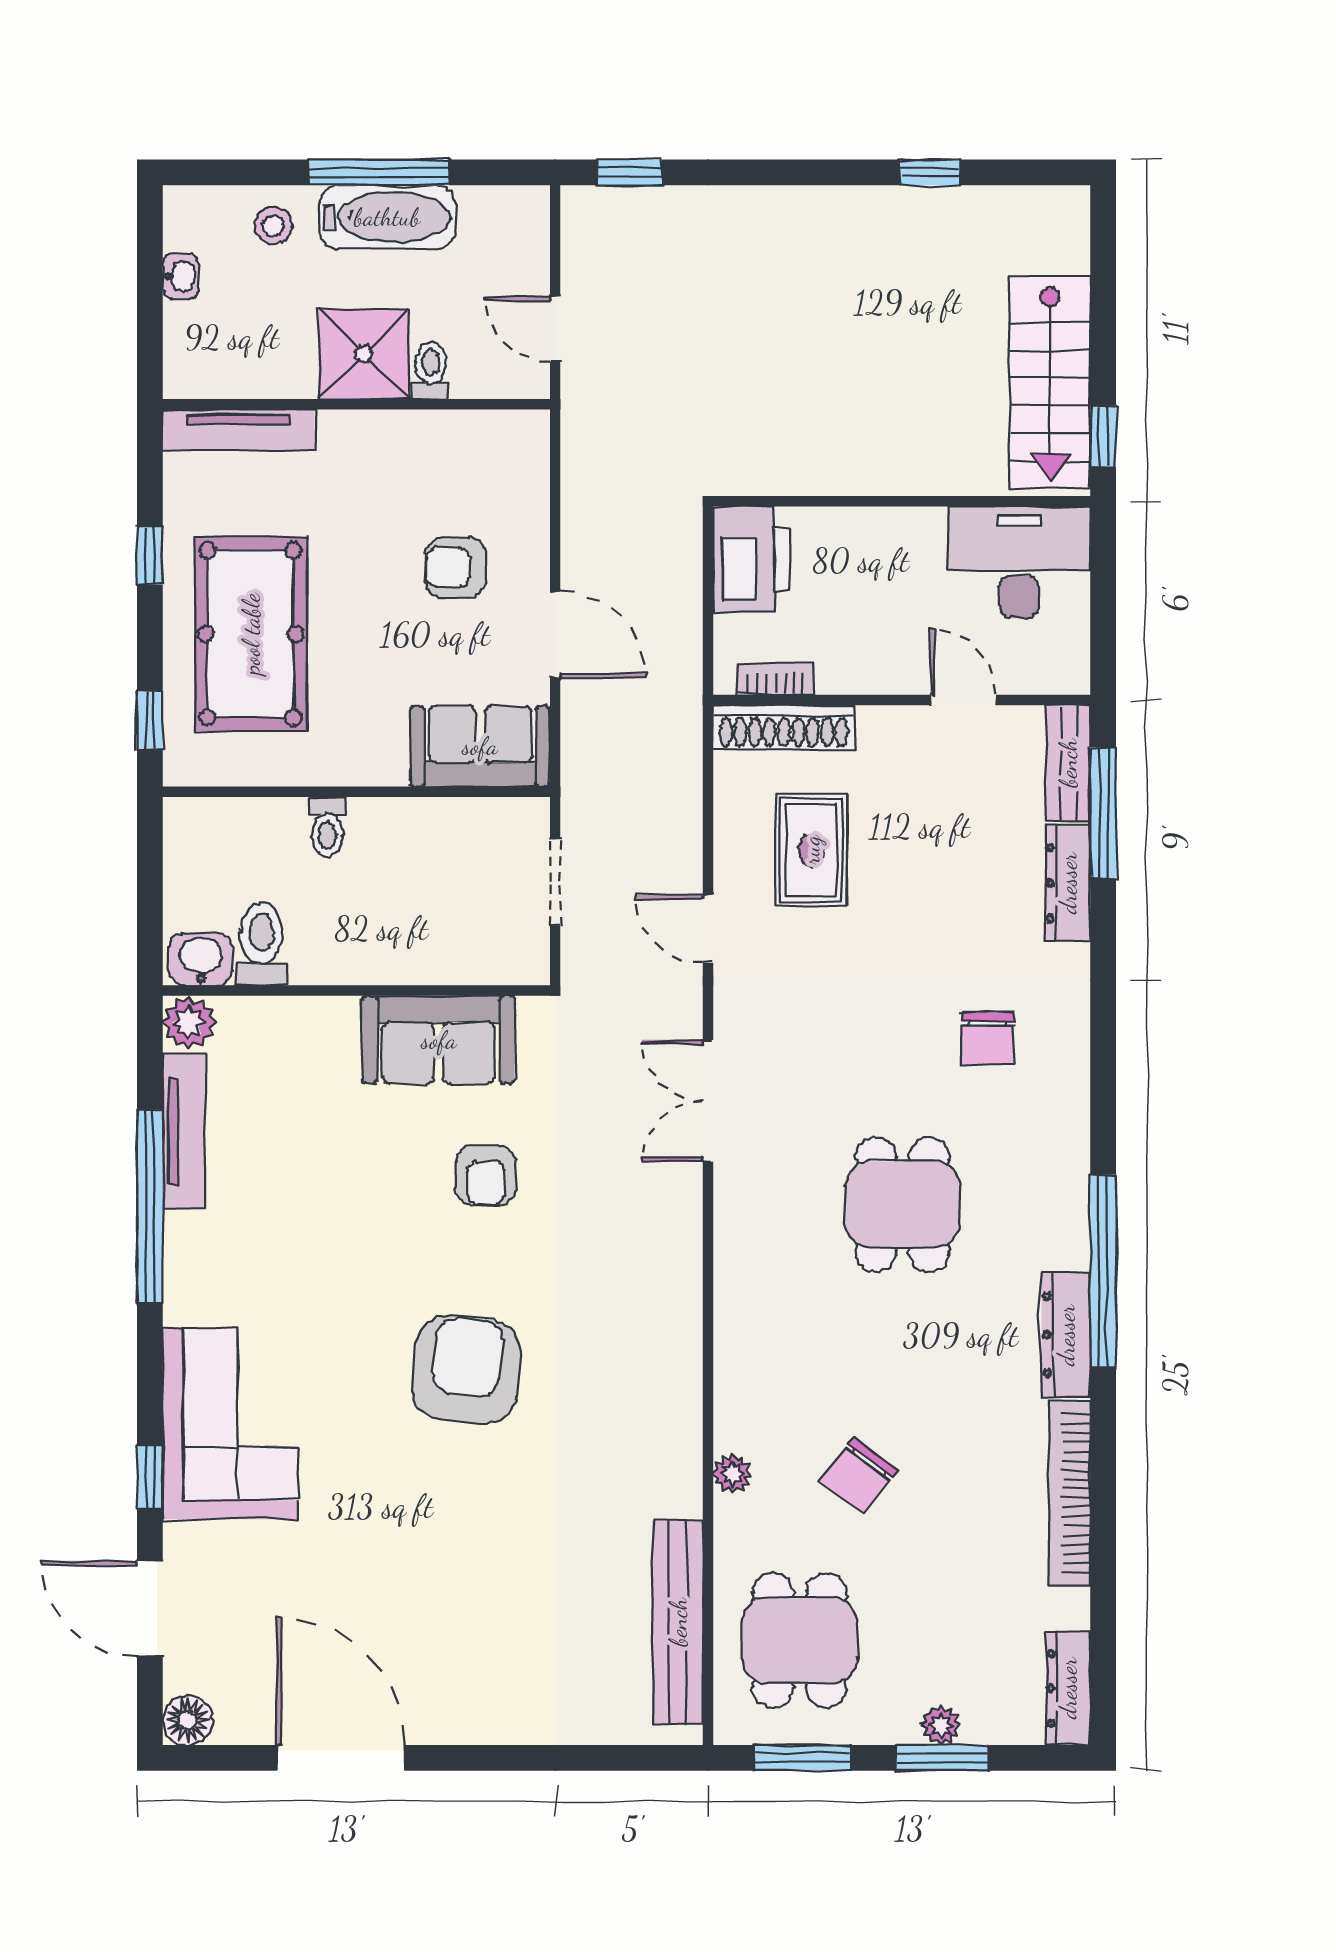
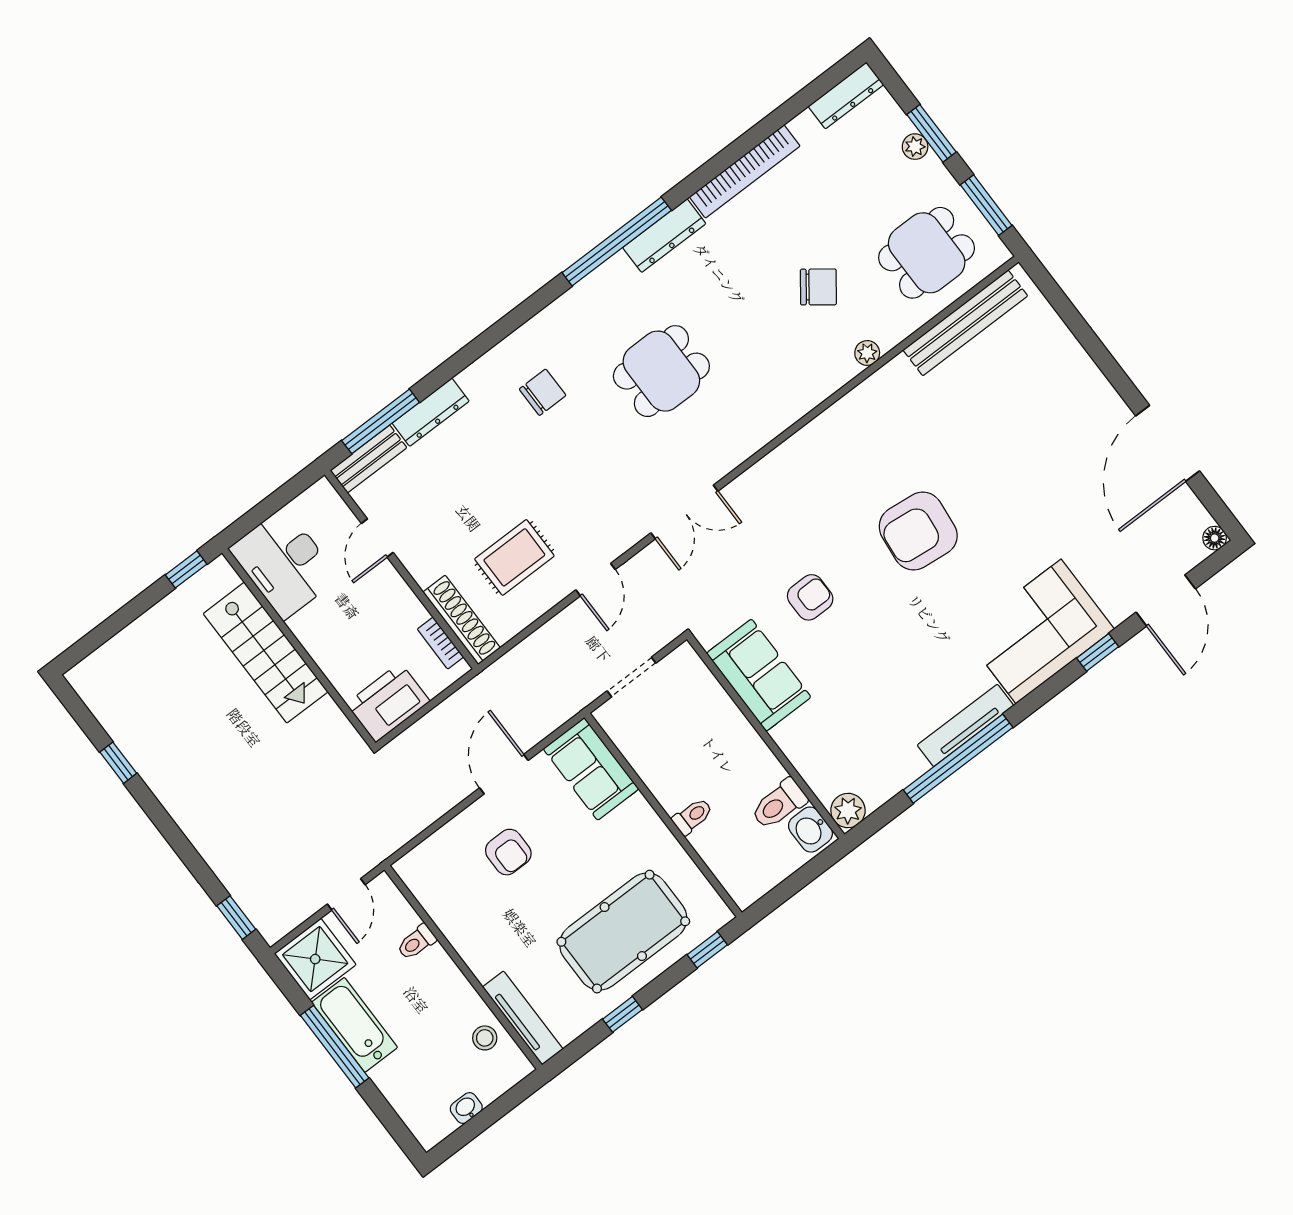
stool: (273, 226) -> (485, 1038), moved
shower: (364, 354) -> (315, 959), moved
stairs: (1050, 382) -> (266, 653), moved, turned 90
tv unit: (184, 1131) -> (965, 725), moved
floor lamp: (187, 1720) -> (1215, 538), width x0.73, depth x0.73

